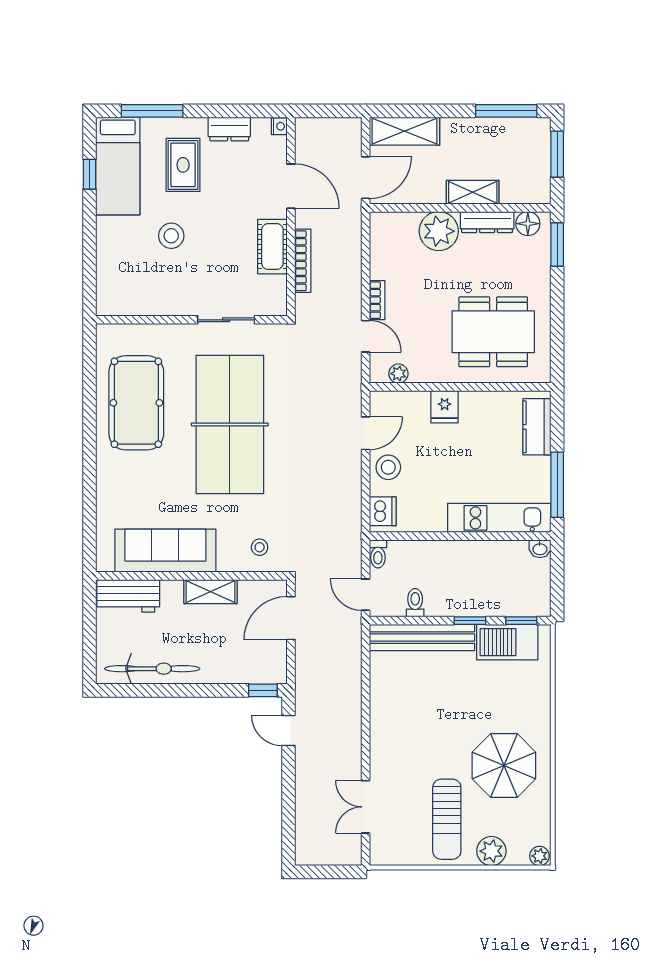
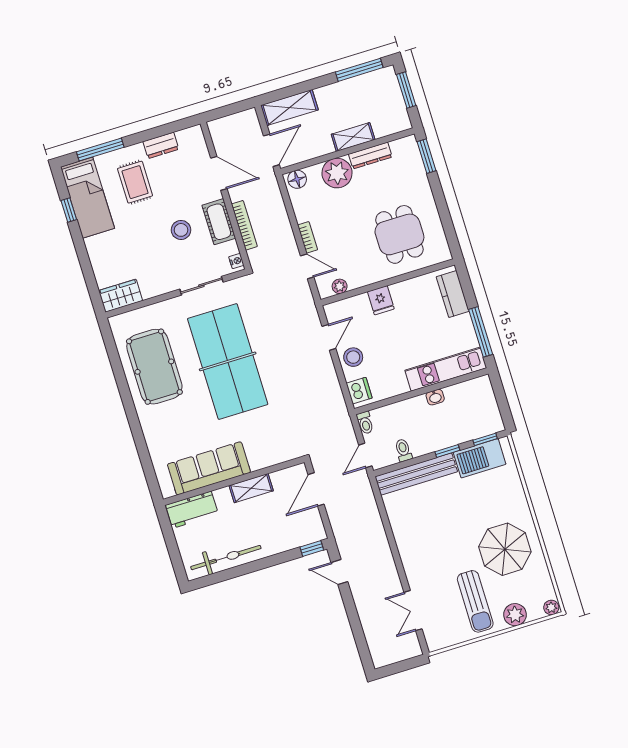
nightstand: (279, 126) -> (236, 261), moved
floor lamp: (528, 224) -> (297, 179), moved
stool: (171, 236) -> (181, 230), moved
wardrobe: (121, 301) -> (121, 296), added
dining table: (493, 332) -> (399, 234), width x0.73
stool: (260, 547) -> (277, 445), removed
washbasin: (540, 549) -> (435, 397), moved
door: (366, 595) -> (365, 455), hinge flipped

